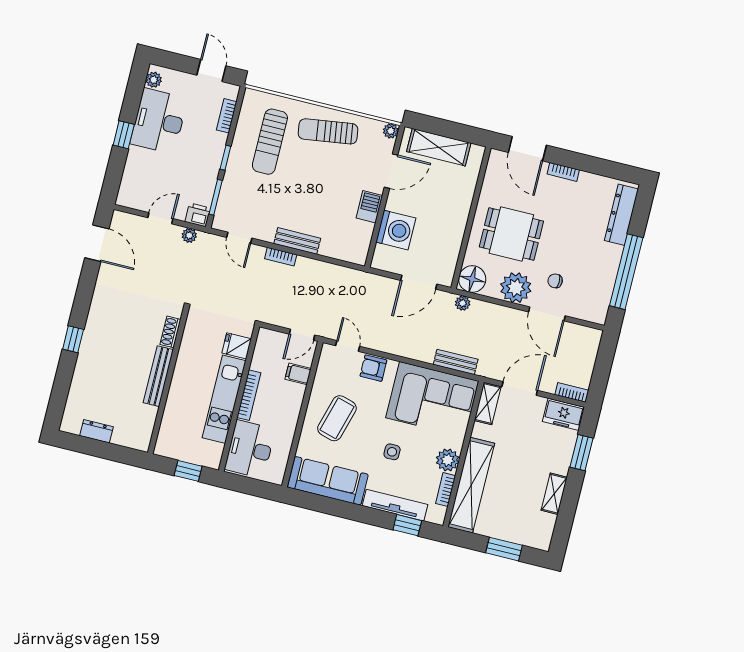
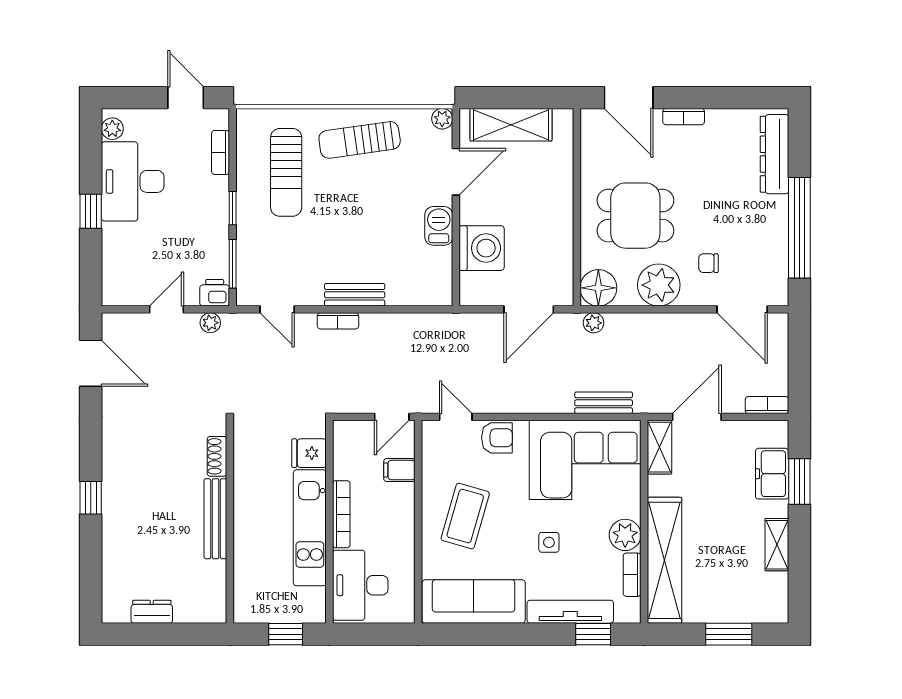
door: (547, 314) -> (742, 309), moved
armchair: (373, 368) -> (497, 438), turned 180
freezer: (563, 414) -> (772, 474), moved, turned 90

